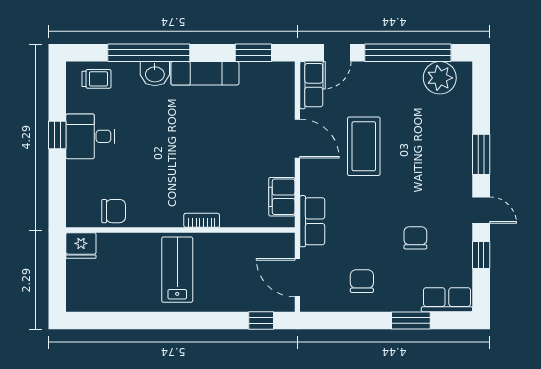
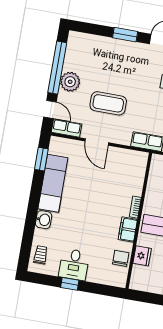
window: (149, 53) -> (31, 221), removed
exam couch: (205, 73) -> (53, 183), width x1.36, depth x1.45
plant: (440, 78) -> (70, 82), moved
door: (297, 139) -> (97, 142), swing flipped
filing cabinet: (282, 197) -> (128, 230), moved, turned 90
fridge: (81, 245) -> (142, 256), moved

